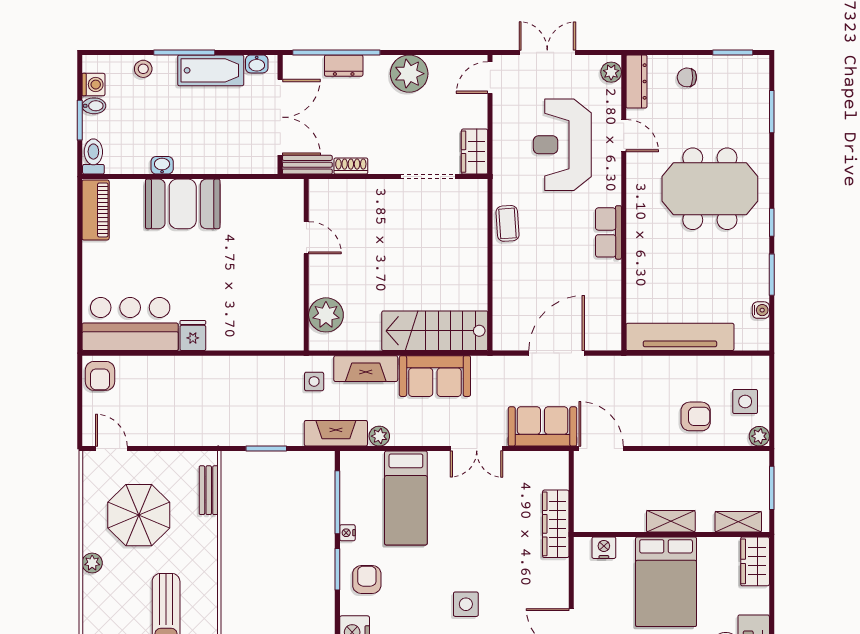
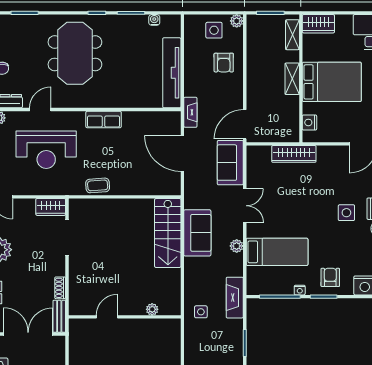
plant: (326, 315) -> (152, 309), width x0.53, depth x0.53
fireplace: (366, 369) -> (190, 112), moved, width x0.73, depth x0.76
armchair: (696, 416) -> (224, 63), turned 180
plant: (379, 436) -> (237, 246), moved
armchair: (367, 580) -> (330, 277), turned 90

